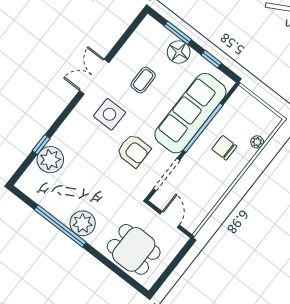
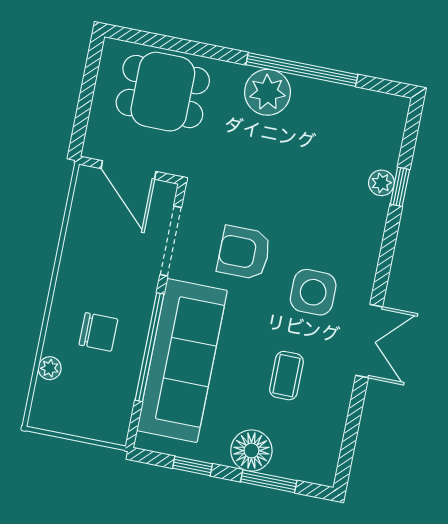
plant: (50, 160) -> (381, 183), width x0.53, depth x0.53
door: (170, 219) -> (129, 170), width x1.38

